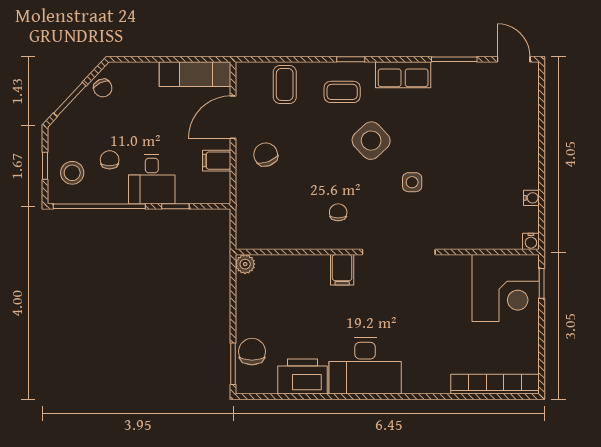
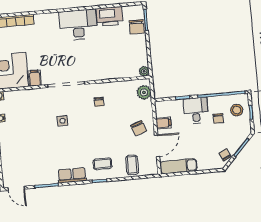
side table: (371, 141) -> (85, 140), removed
plant: (249, 223) -> (144, 92), added
filing cabinet: (342, 270) -> (35, 78), moved

